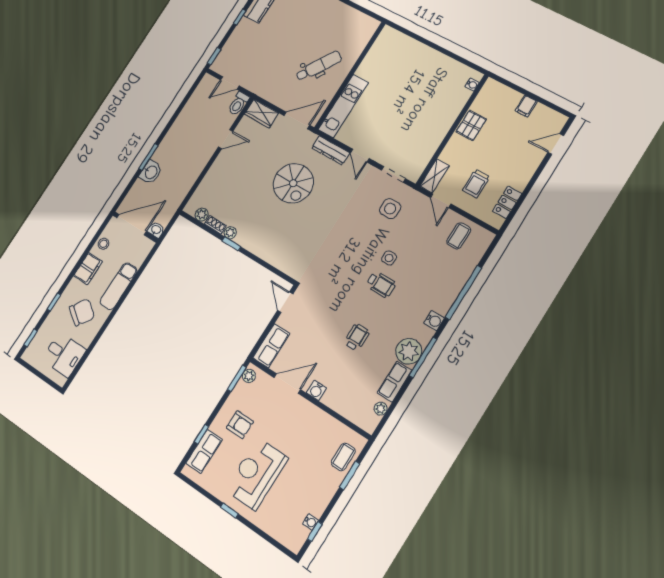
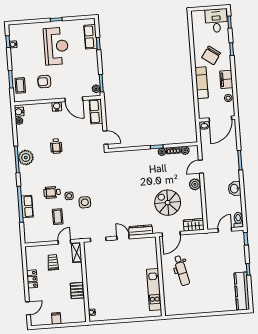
dental chair: (319, 66) -> (182, 271), turned -46
toilet: (238, 104) -> (238, 220), moved
kitchen unit: (343, 106) -> (154, 290), moved
door: (226, 139) -> (201, 167), moved
plant: (222, 163) -> (195, 184), added
washbasin: (151, 172) -> (235, 189), moved
spiral stairs: (293, 183) -> (168, 203), moved
door: (441, 201) -> (64, 242), hinge flipped
locker: (507, 202) -> (32, 279), moved
side table: (390, 209) -> (85, 202), moved
coffee table: (459, 236) -> (58, 217), moved
wheelchair: (381, 284) -> (52, 192), moved
water cooler: (434, 321) -> (19, 112), moved
desk: (64, 355) -> (216, 21), moved, turned 90
row of seats: (394, 382) -> (27, 207), moved
door: (287, 384) -> (74, 99), hinge flipped
armchair: (240, 425) -> (44, 82), moved

